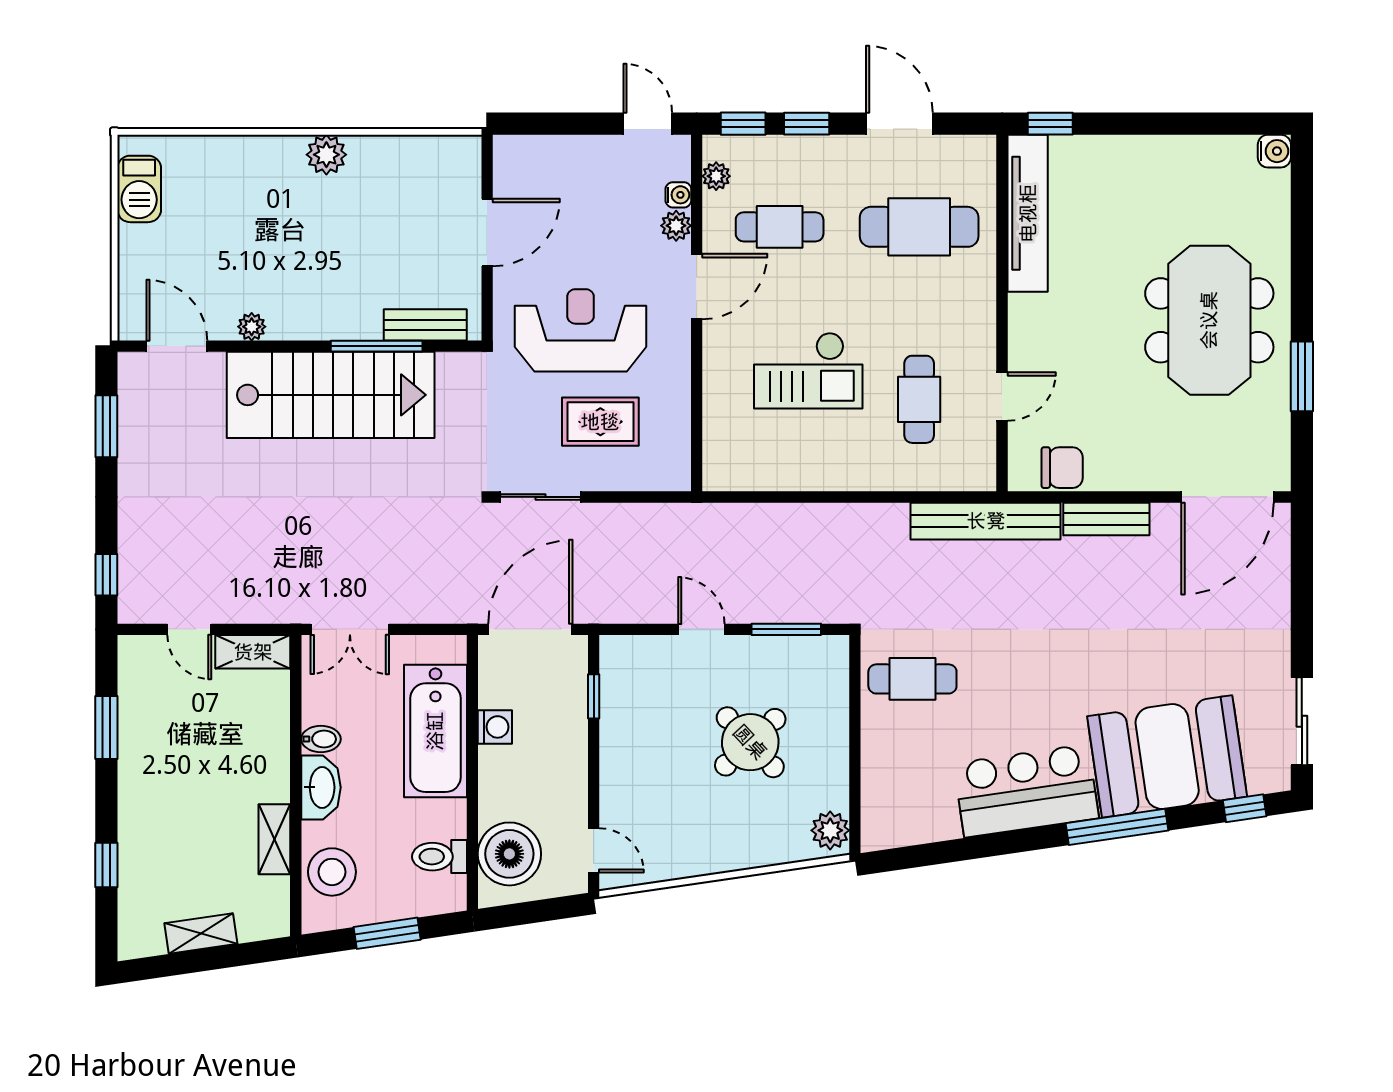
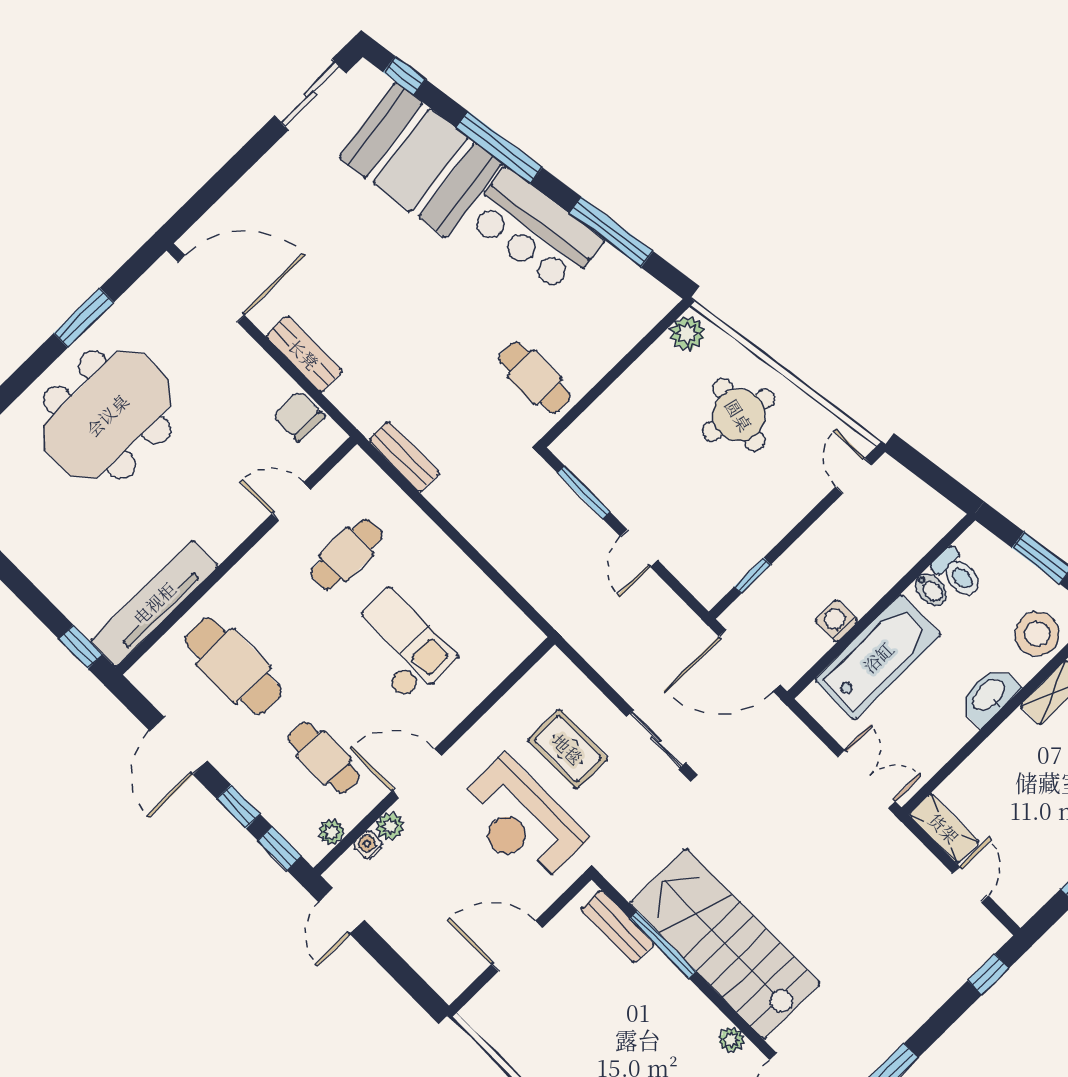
bench: (986, 521) -> (404, 457), width x0.54, depth x0.82
bidet: (321, 739) -> (931, 589), moved, turned 180
round table: (750, 742) -> (739, 415), moved, turned -34
window: (967, 849) -> (611, 232), added
boiler: (509, 854) -> (911, 529), removed

